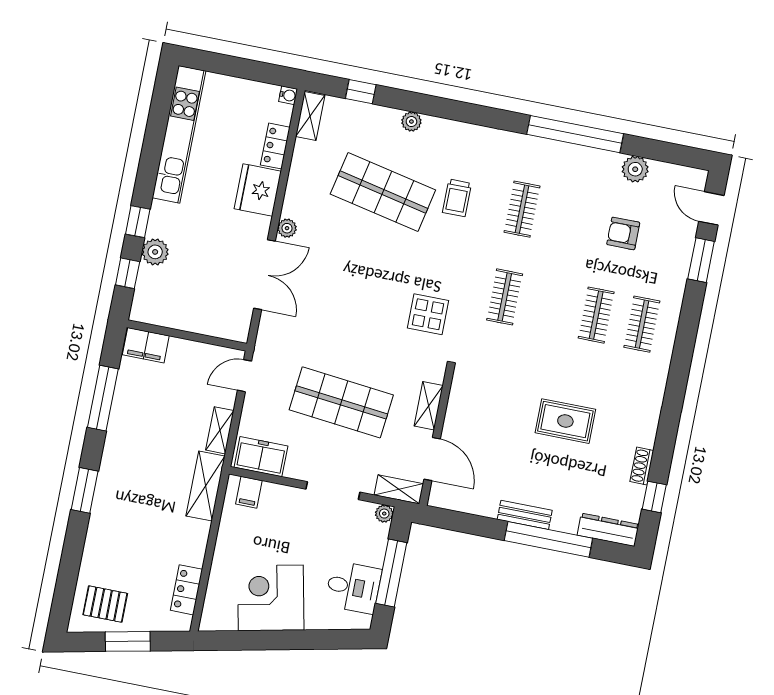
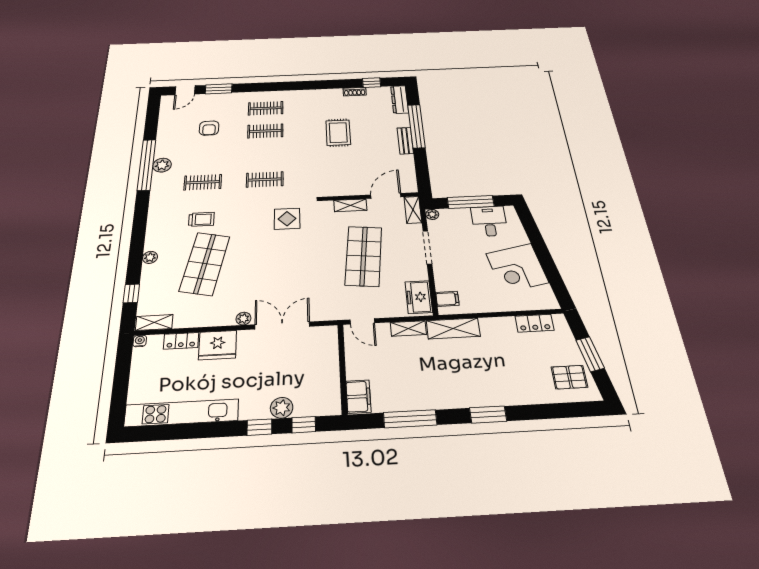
plant: (635, 169) -> (162, 165), moved
pallet: (105, 604) -> (569, 377), turned 90

